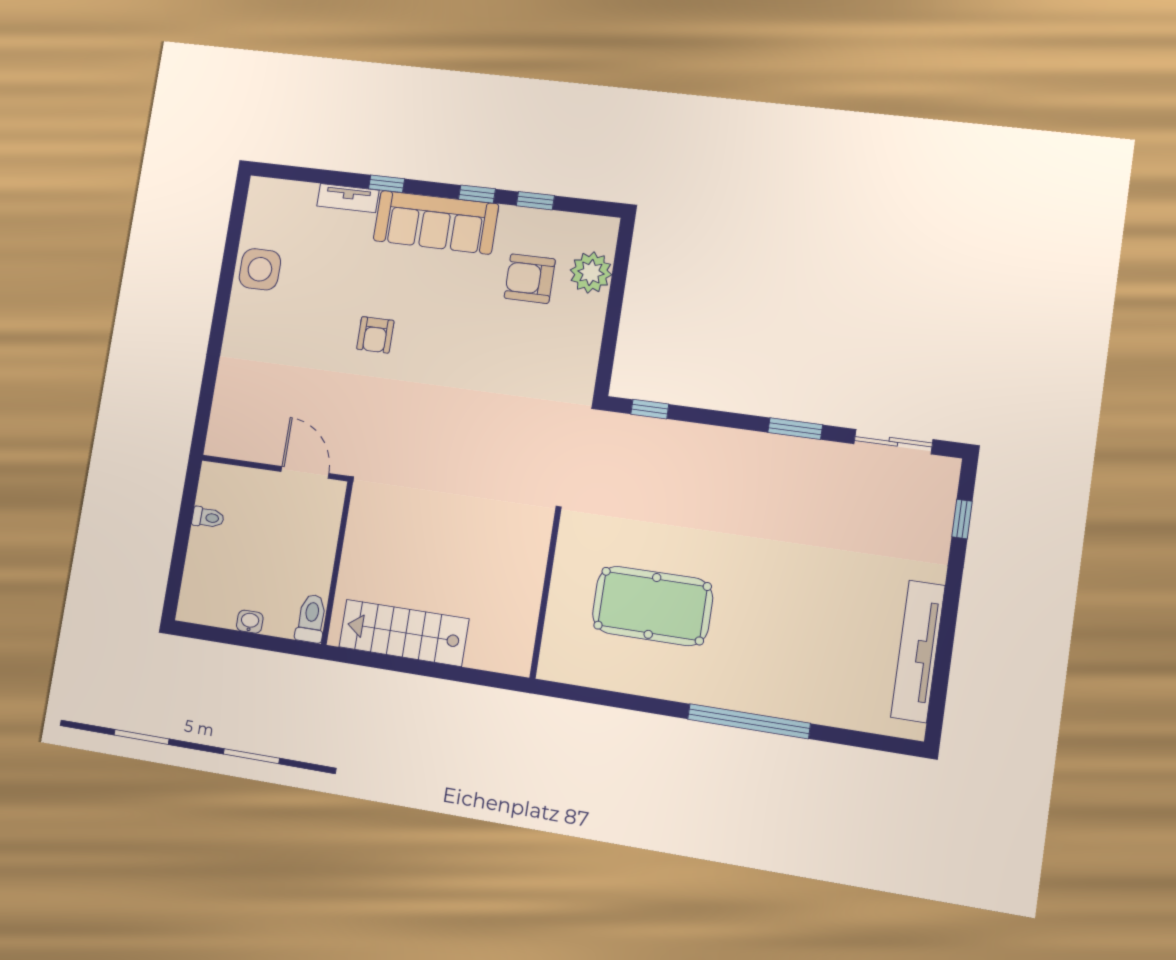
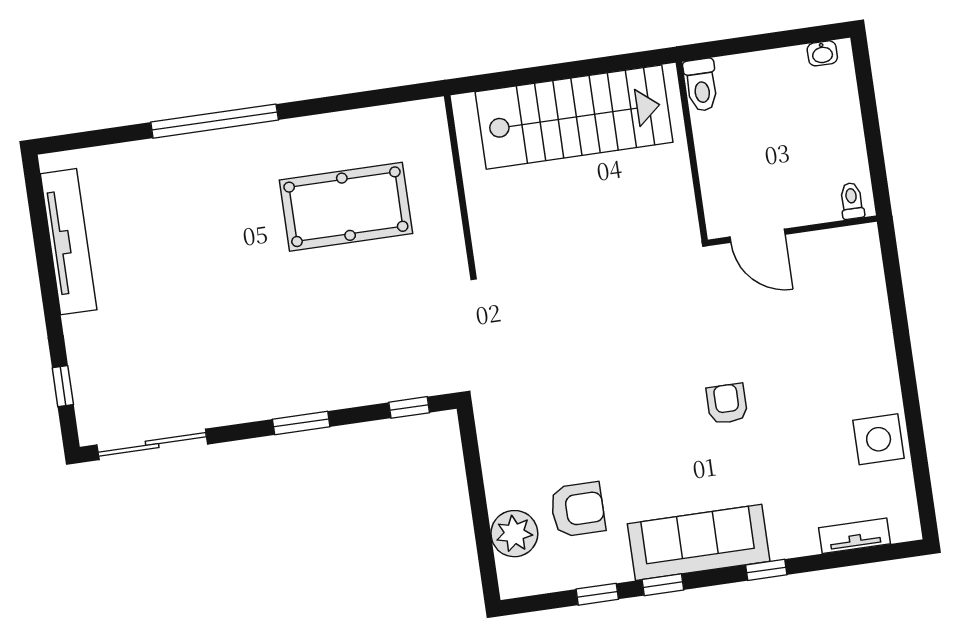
tv unit: (348, 198) -> (855, 536), moved
window: (795, 429) -> (301, 423), moved
sliding door: (893, 442) -> (152, 444), width x1.37
toilet: (208, 517) -> (852, 201), moved, turned 90
washbasin: (250, 622) -> (822, 53), moved
stairs: (404, 633) -> (574, 117), width x1.36, depth x1.51

